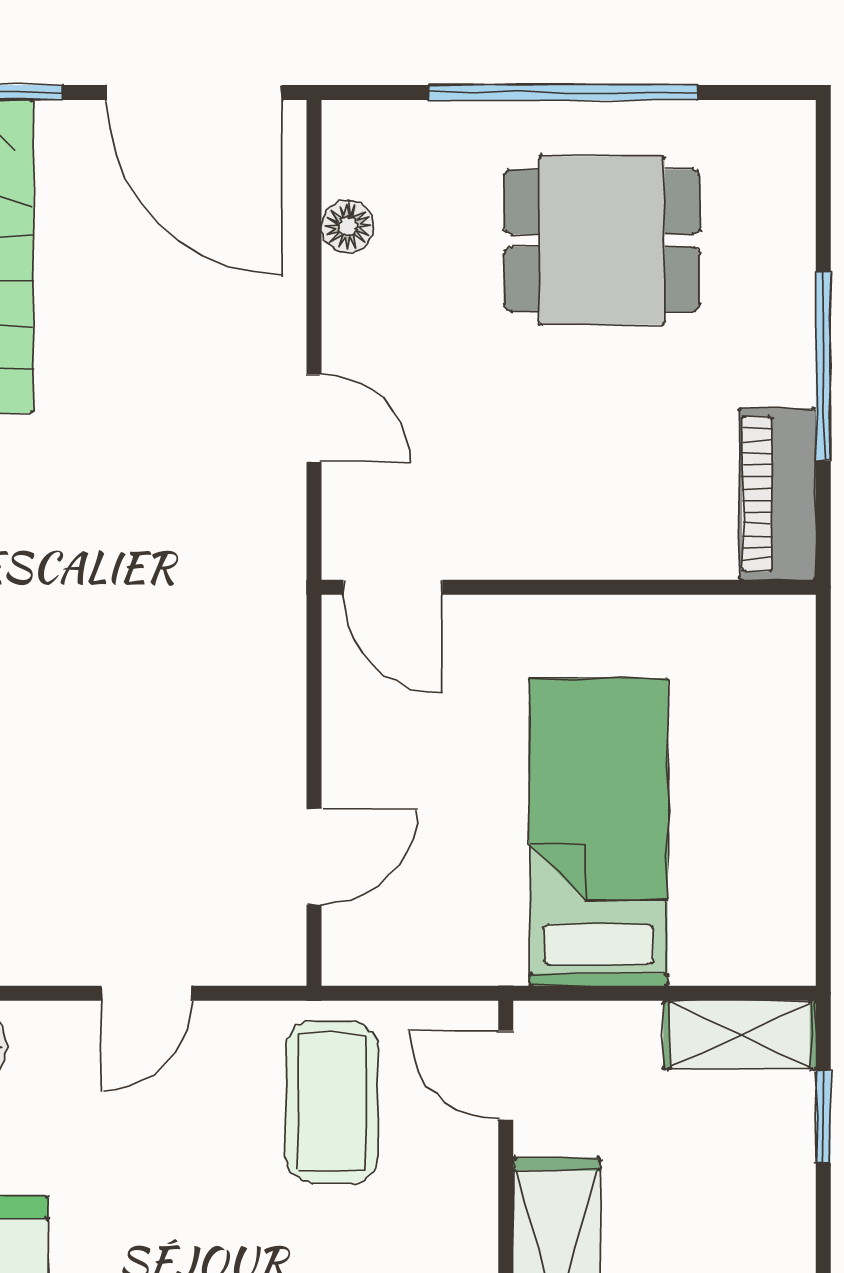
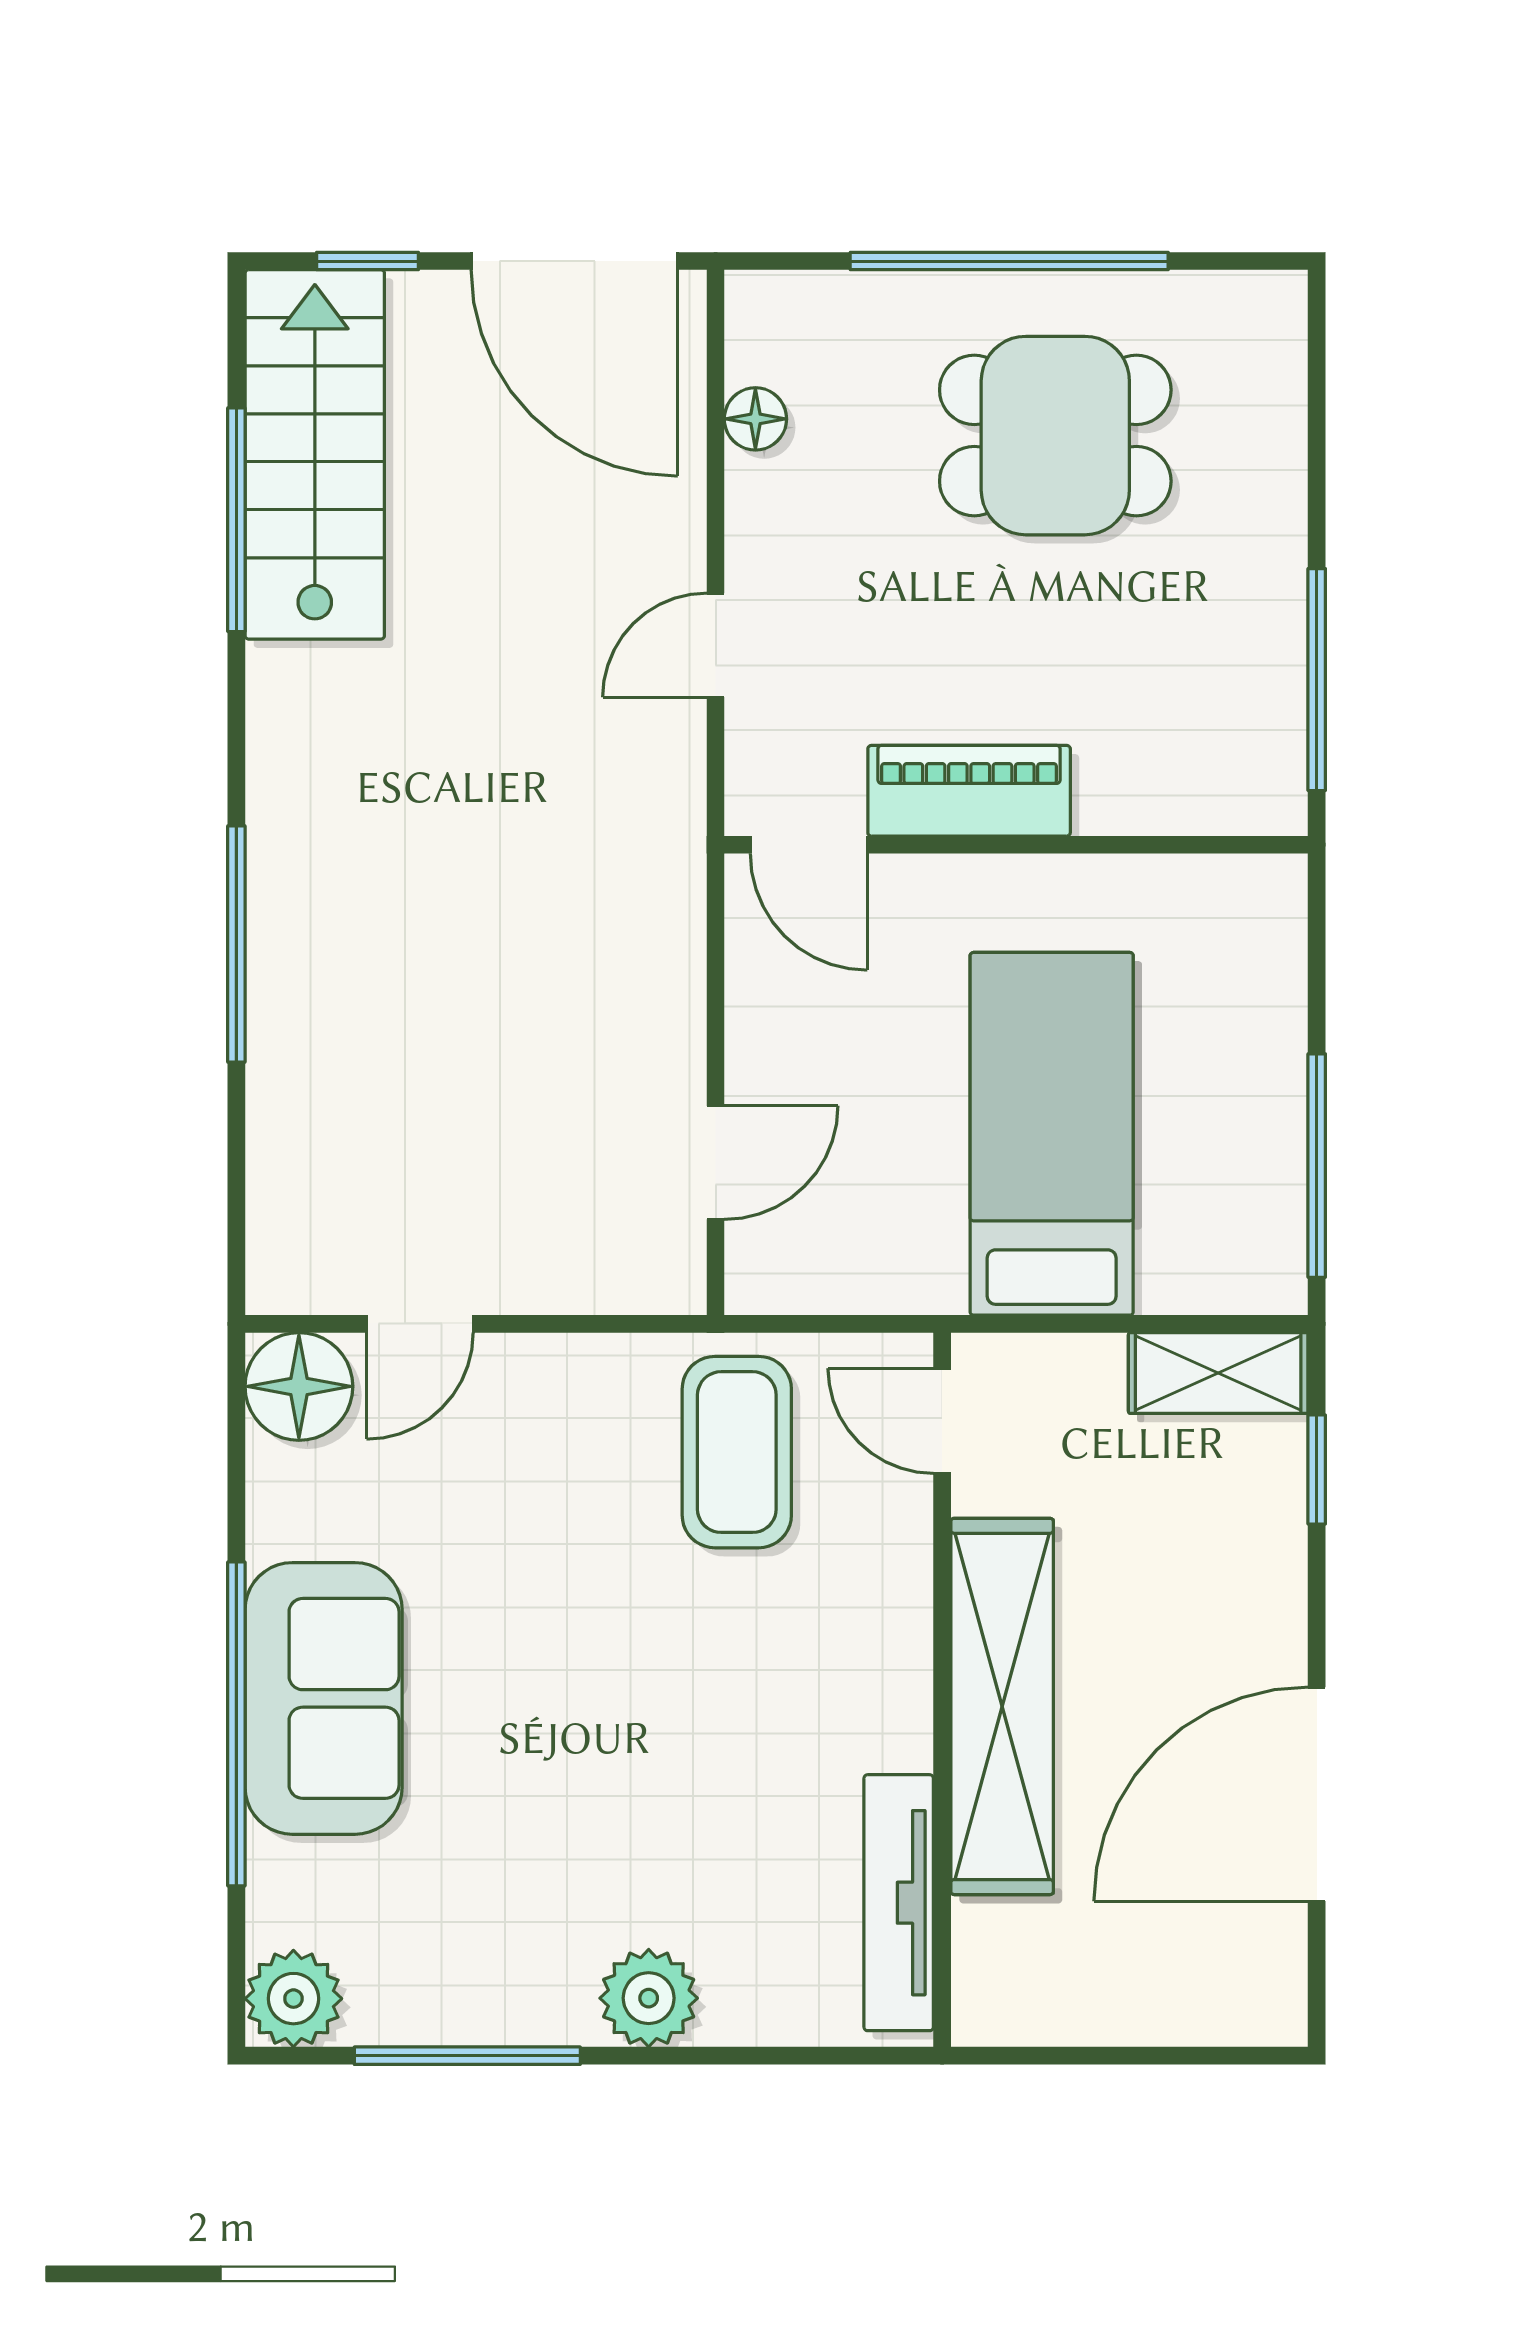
window: (823, 366) -> (1317, 680), moved
door: (314, 418) -> (716, 645), swing flipped
piano: (778, 494) -> (969, 791), moved, turned 90
window: (823, 859) -> (1317, 1166), added
door: (146, 993) -> (420, 1324), moved

